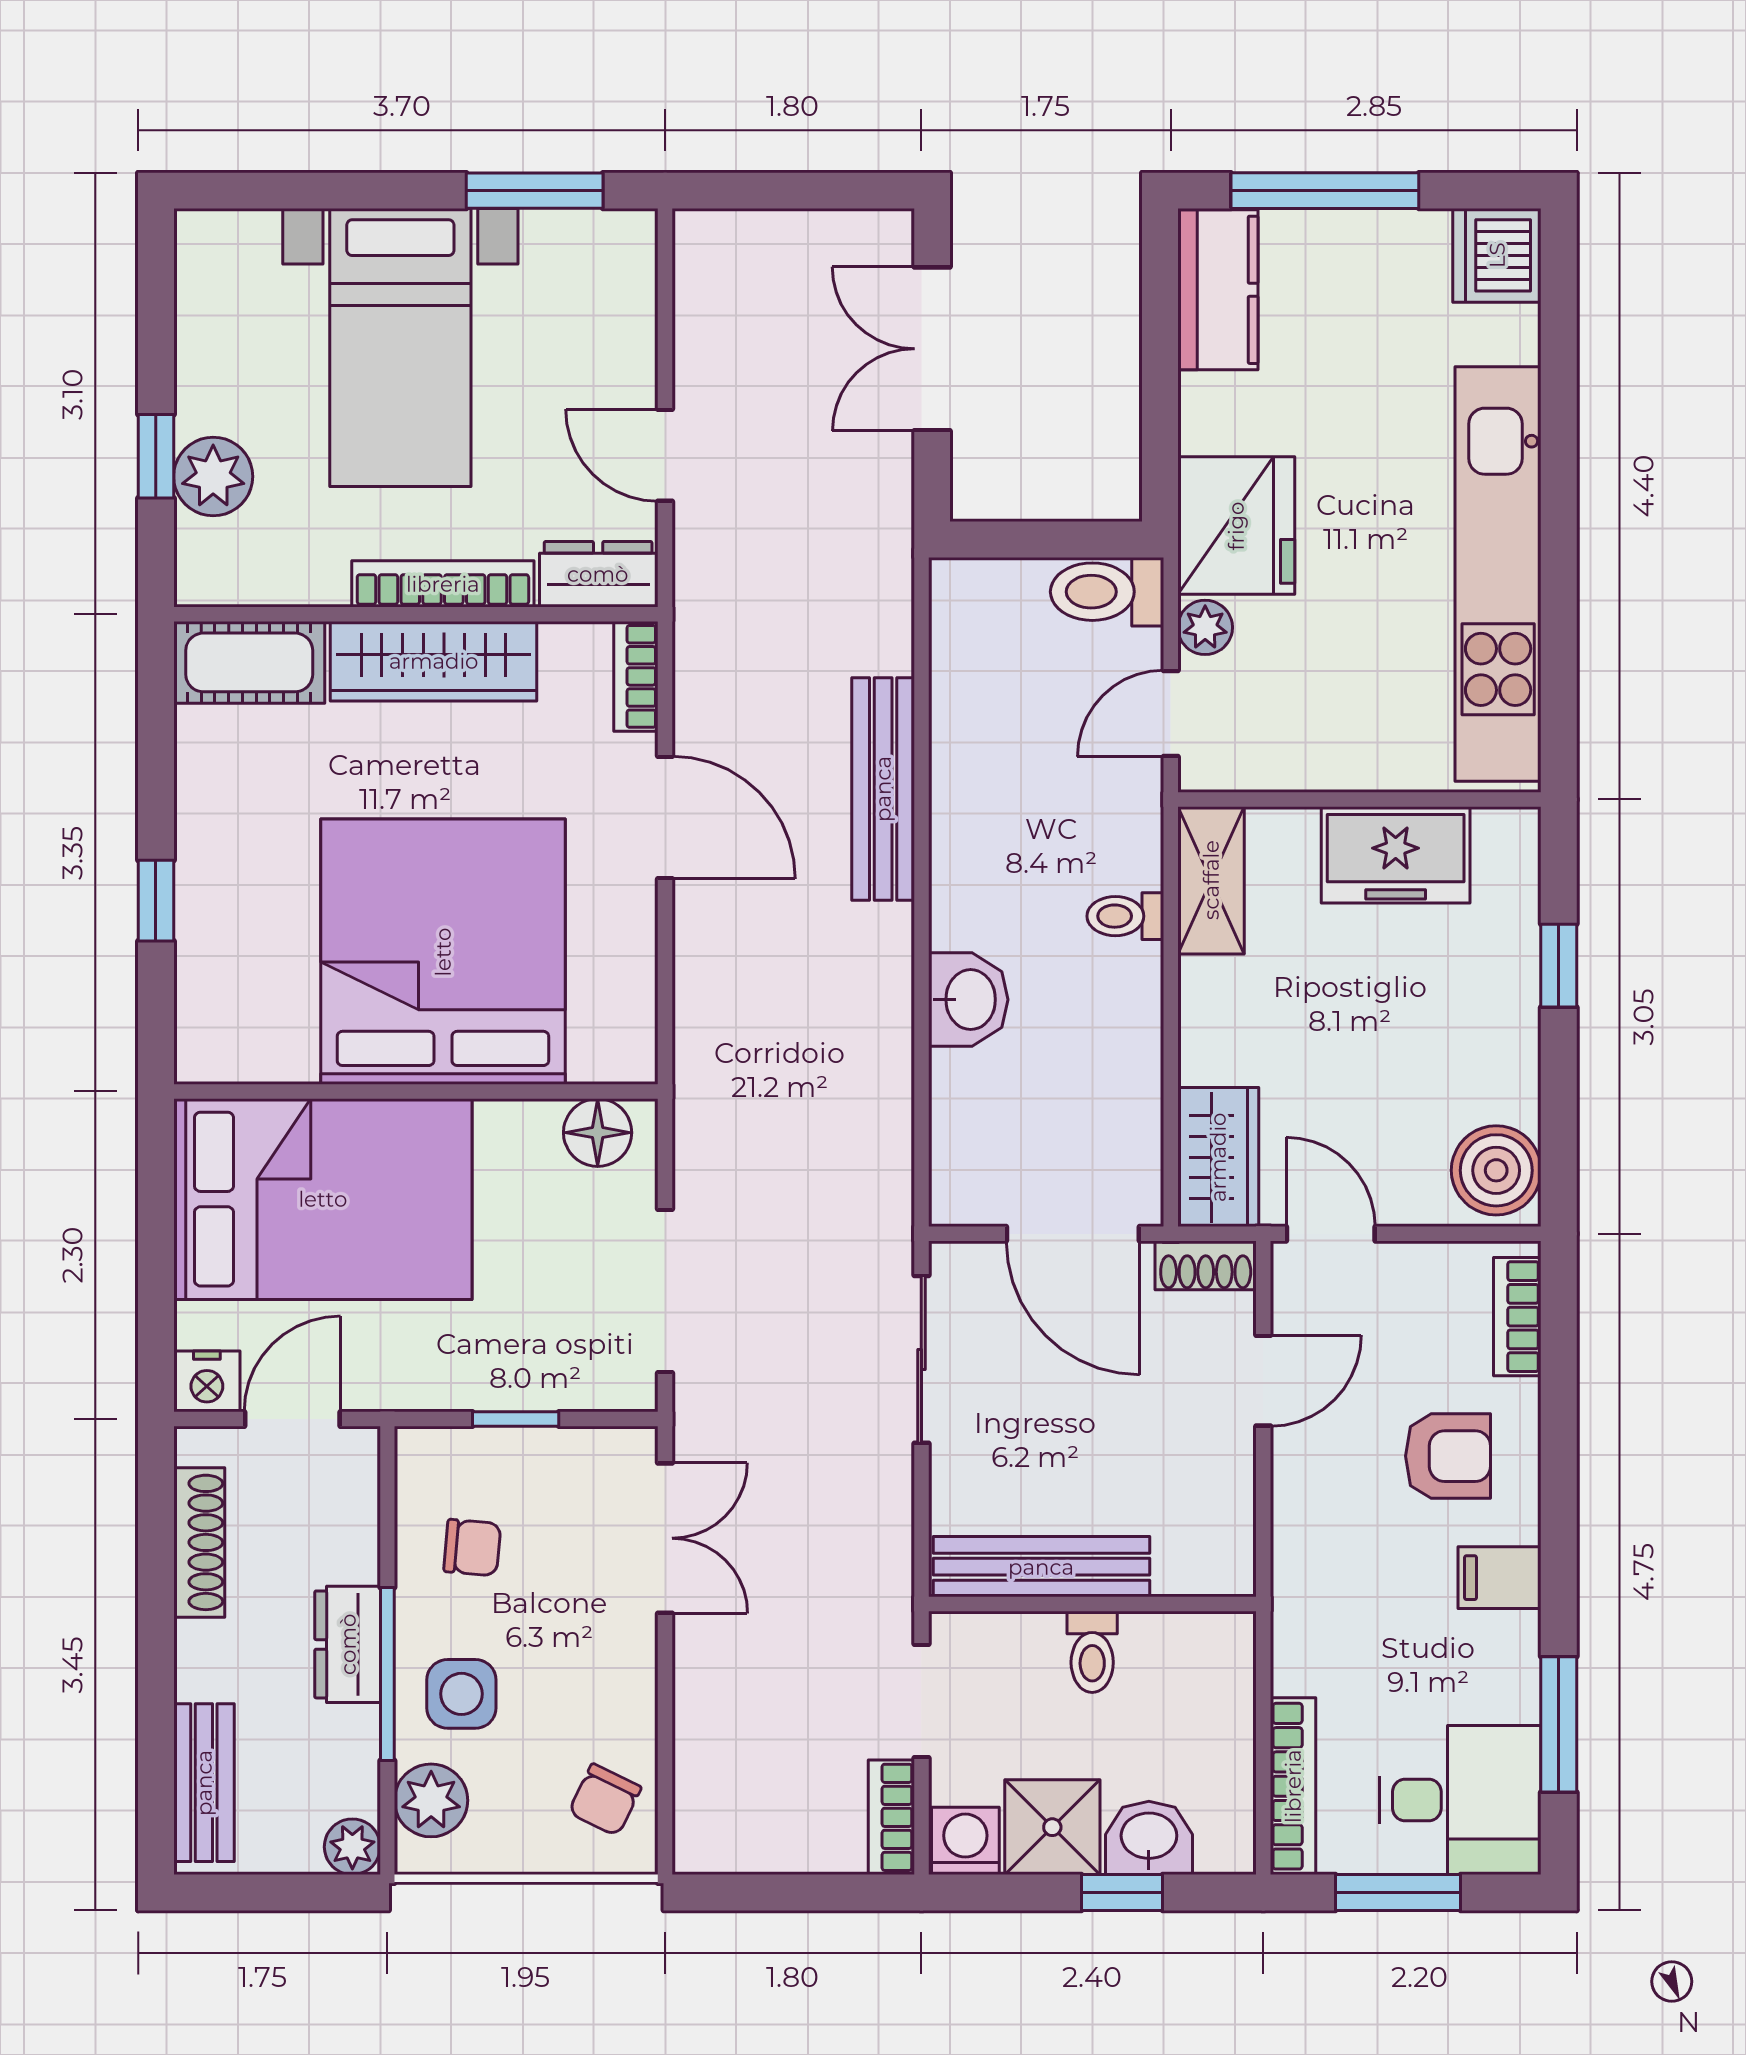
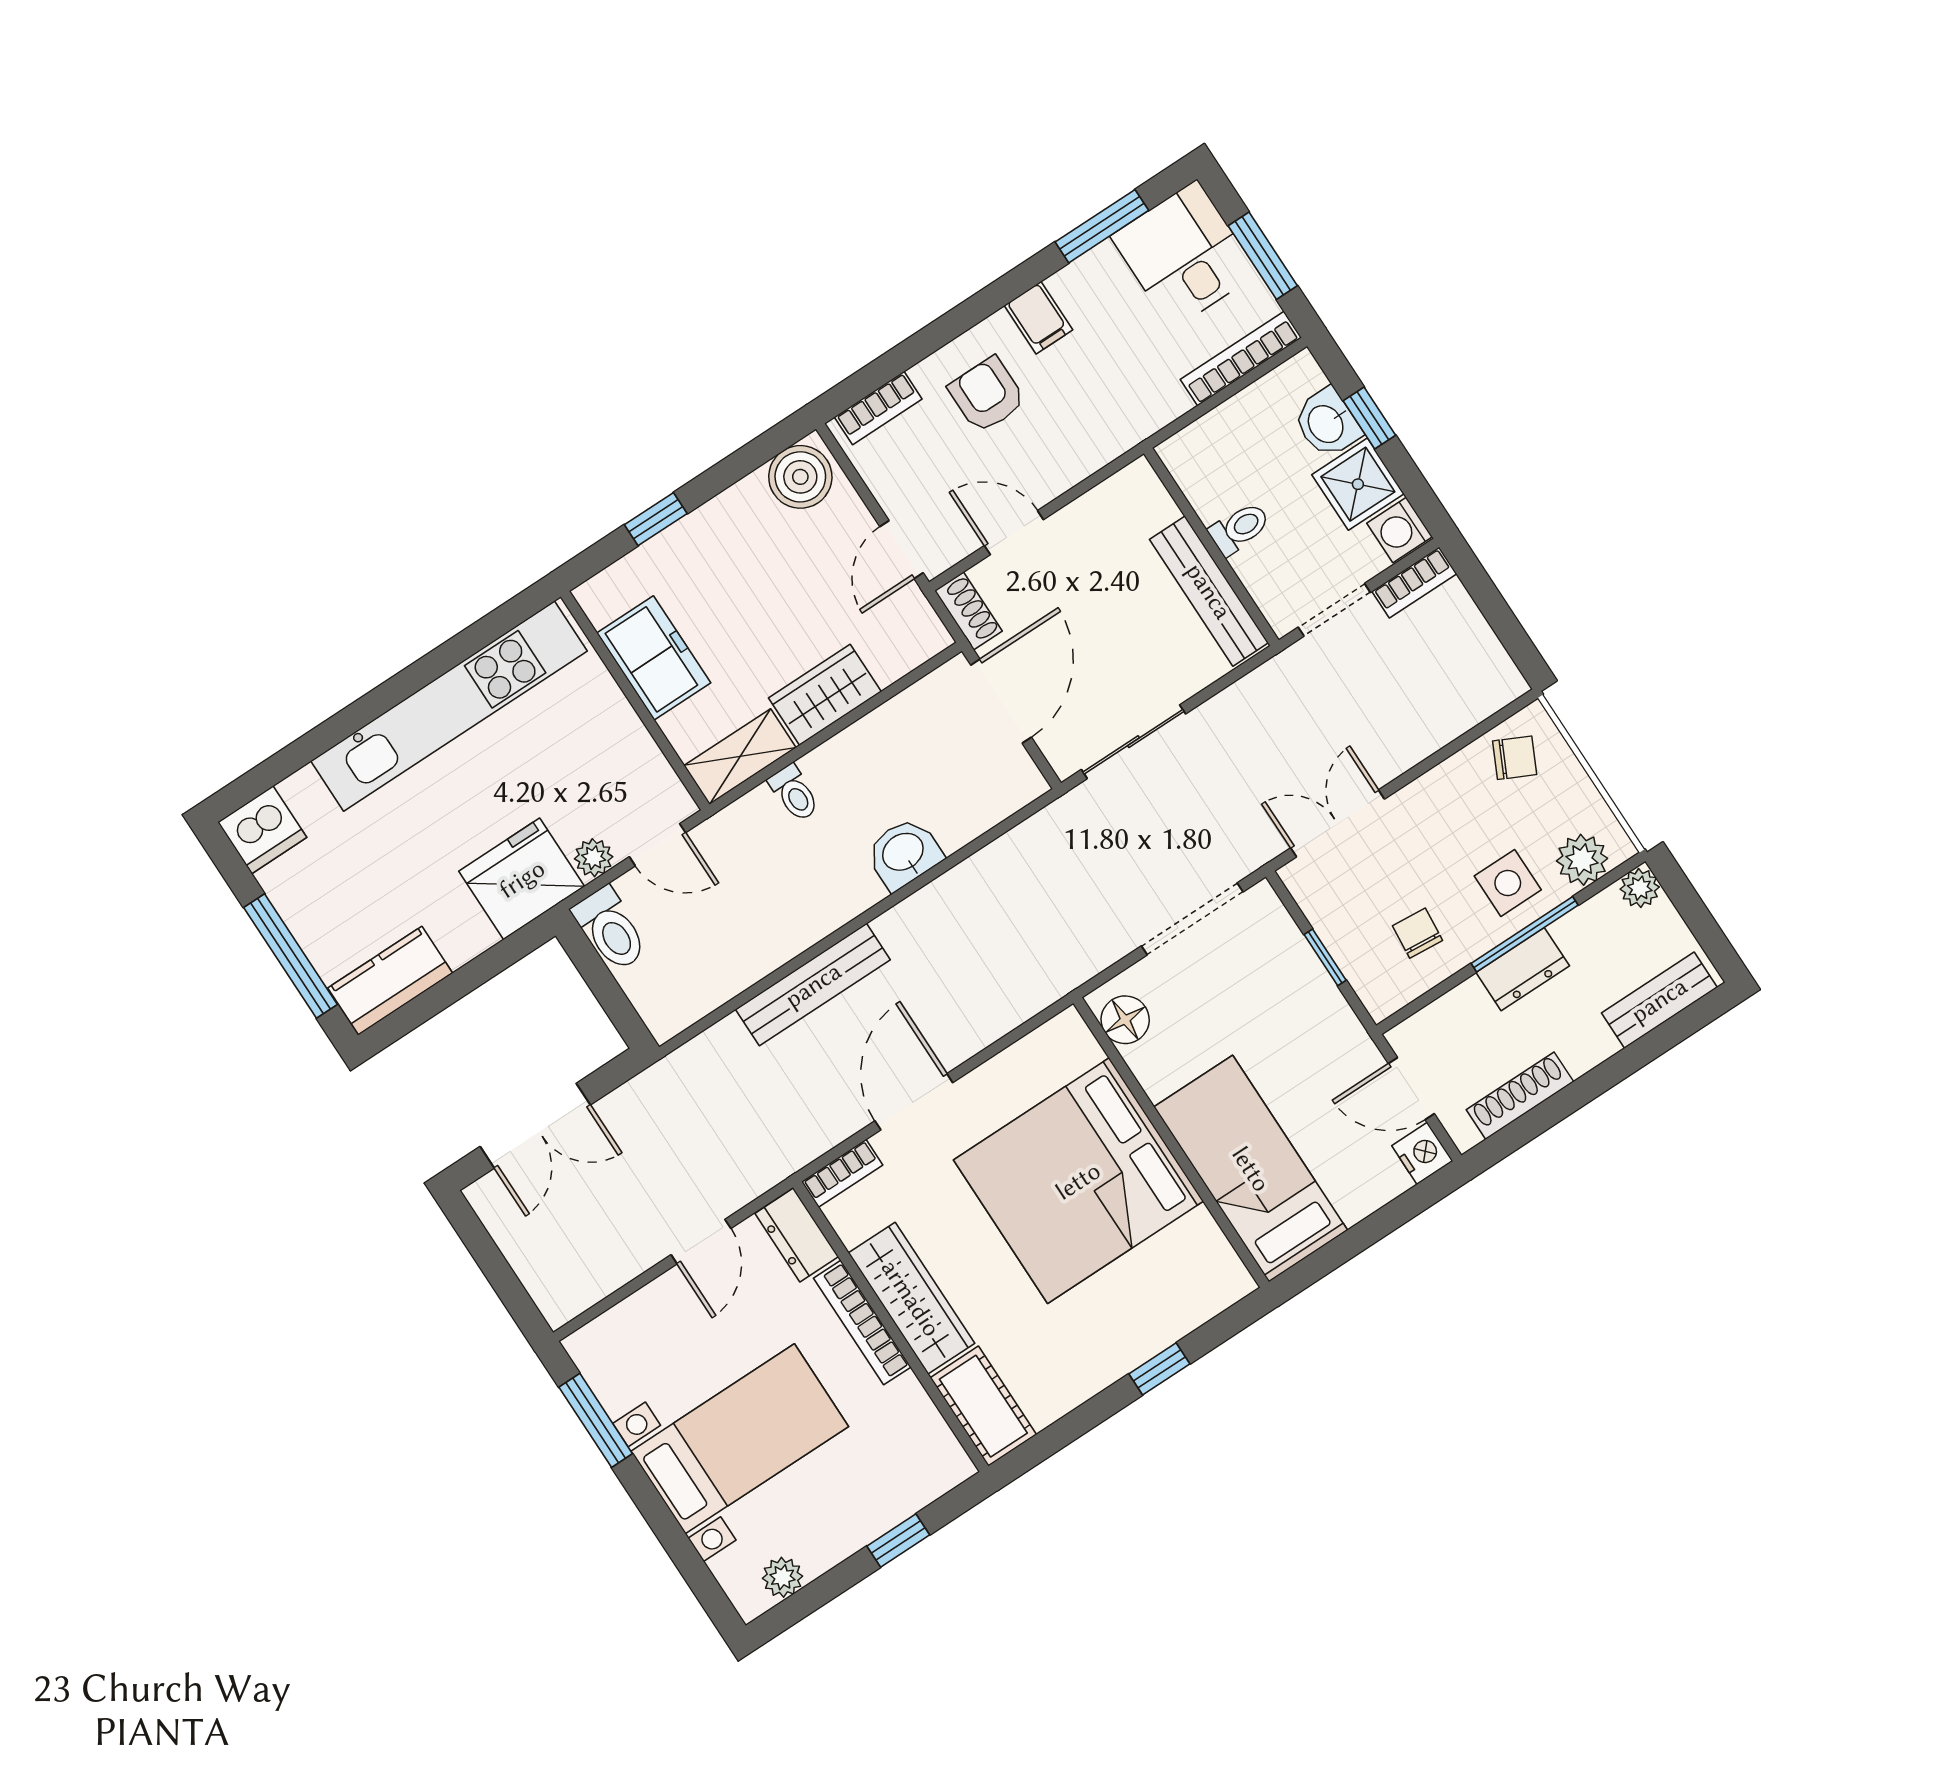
plant: (213, 476) -> (783, 1577), moved, width x0.73, depth x0.73
wardrobe: (1218, 1157) -> (825, 695), moved
bed: (323, 1199) -> (1251, 1169), width x0.67

